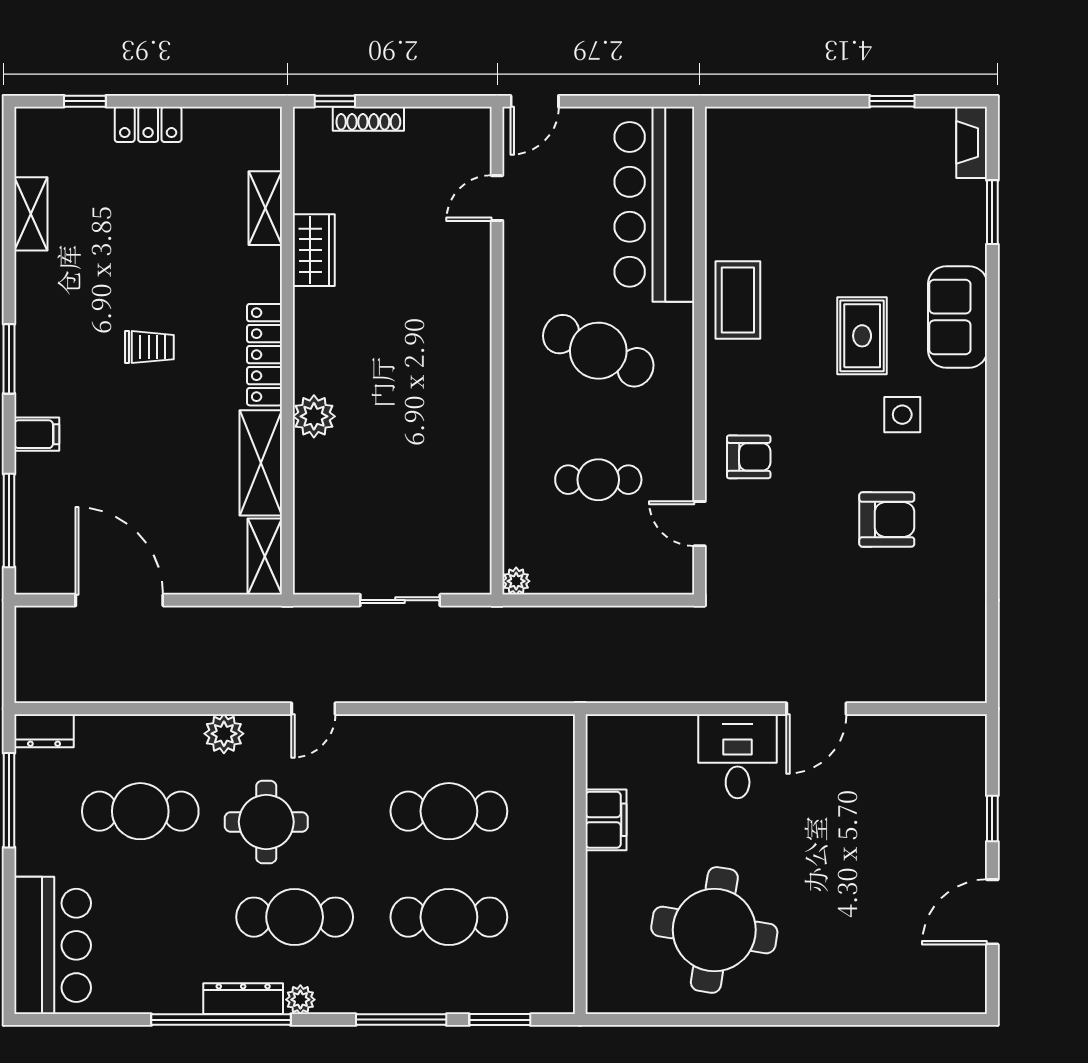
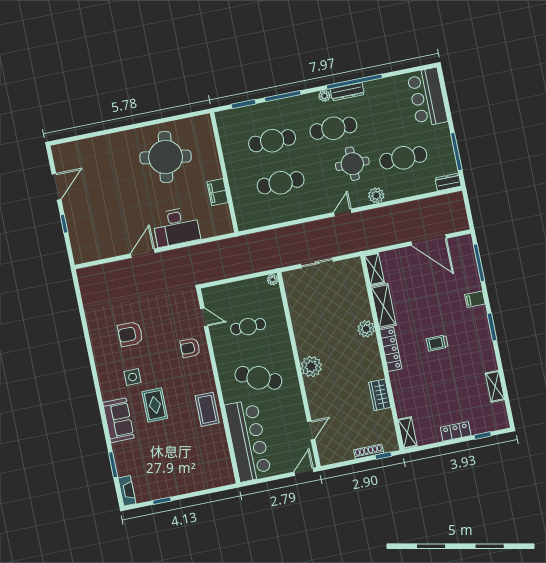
shelving: (265, 208) -> (407, 433), moved
plant: (465, 352) -> (311, 367), added
desk: (738, 756) -> (176, 227), width x1.37

